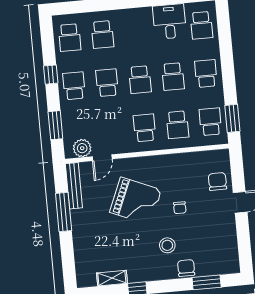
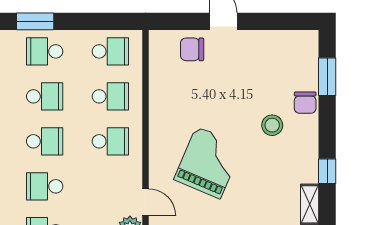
window: (232, 118) -> (35, 21), moved
school desk: (210, 122) -> (110, 51), turned 180
school desk: (144, 128) -> (110, 141), turned 180
chair: (180, 208) -> (223, 104), removed
chair: (186, 268) -> (305, 103), turned -90

